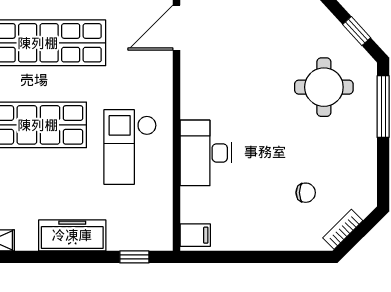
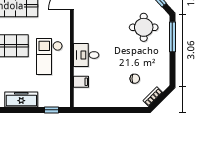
desk: (206, 153) -> (86, 55), width x0.73
filing cabinet: (195, 235) -> (81, 82), moved

